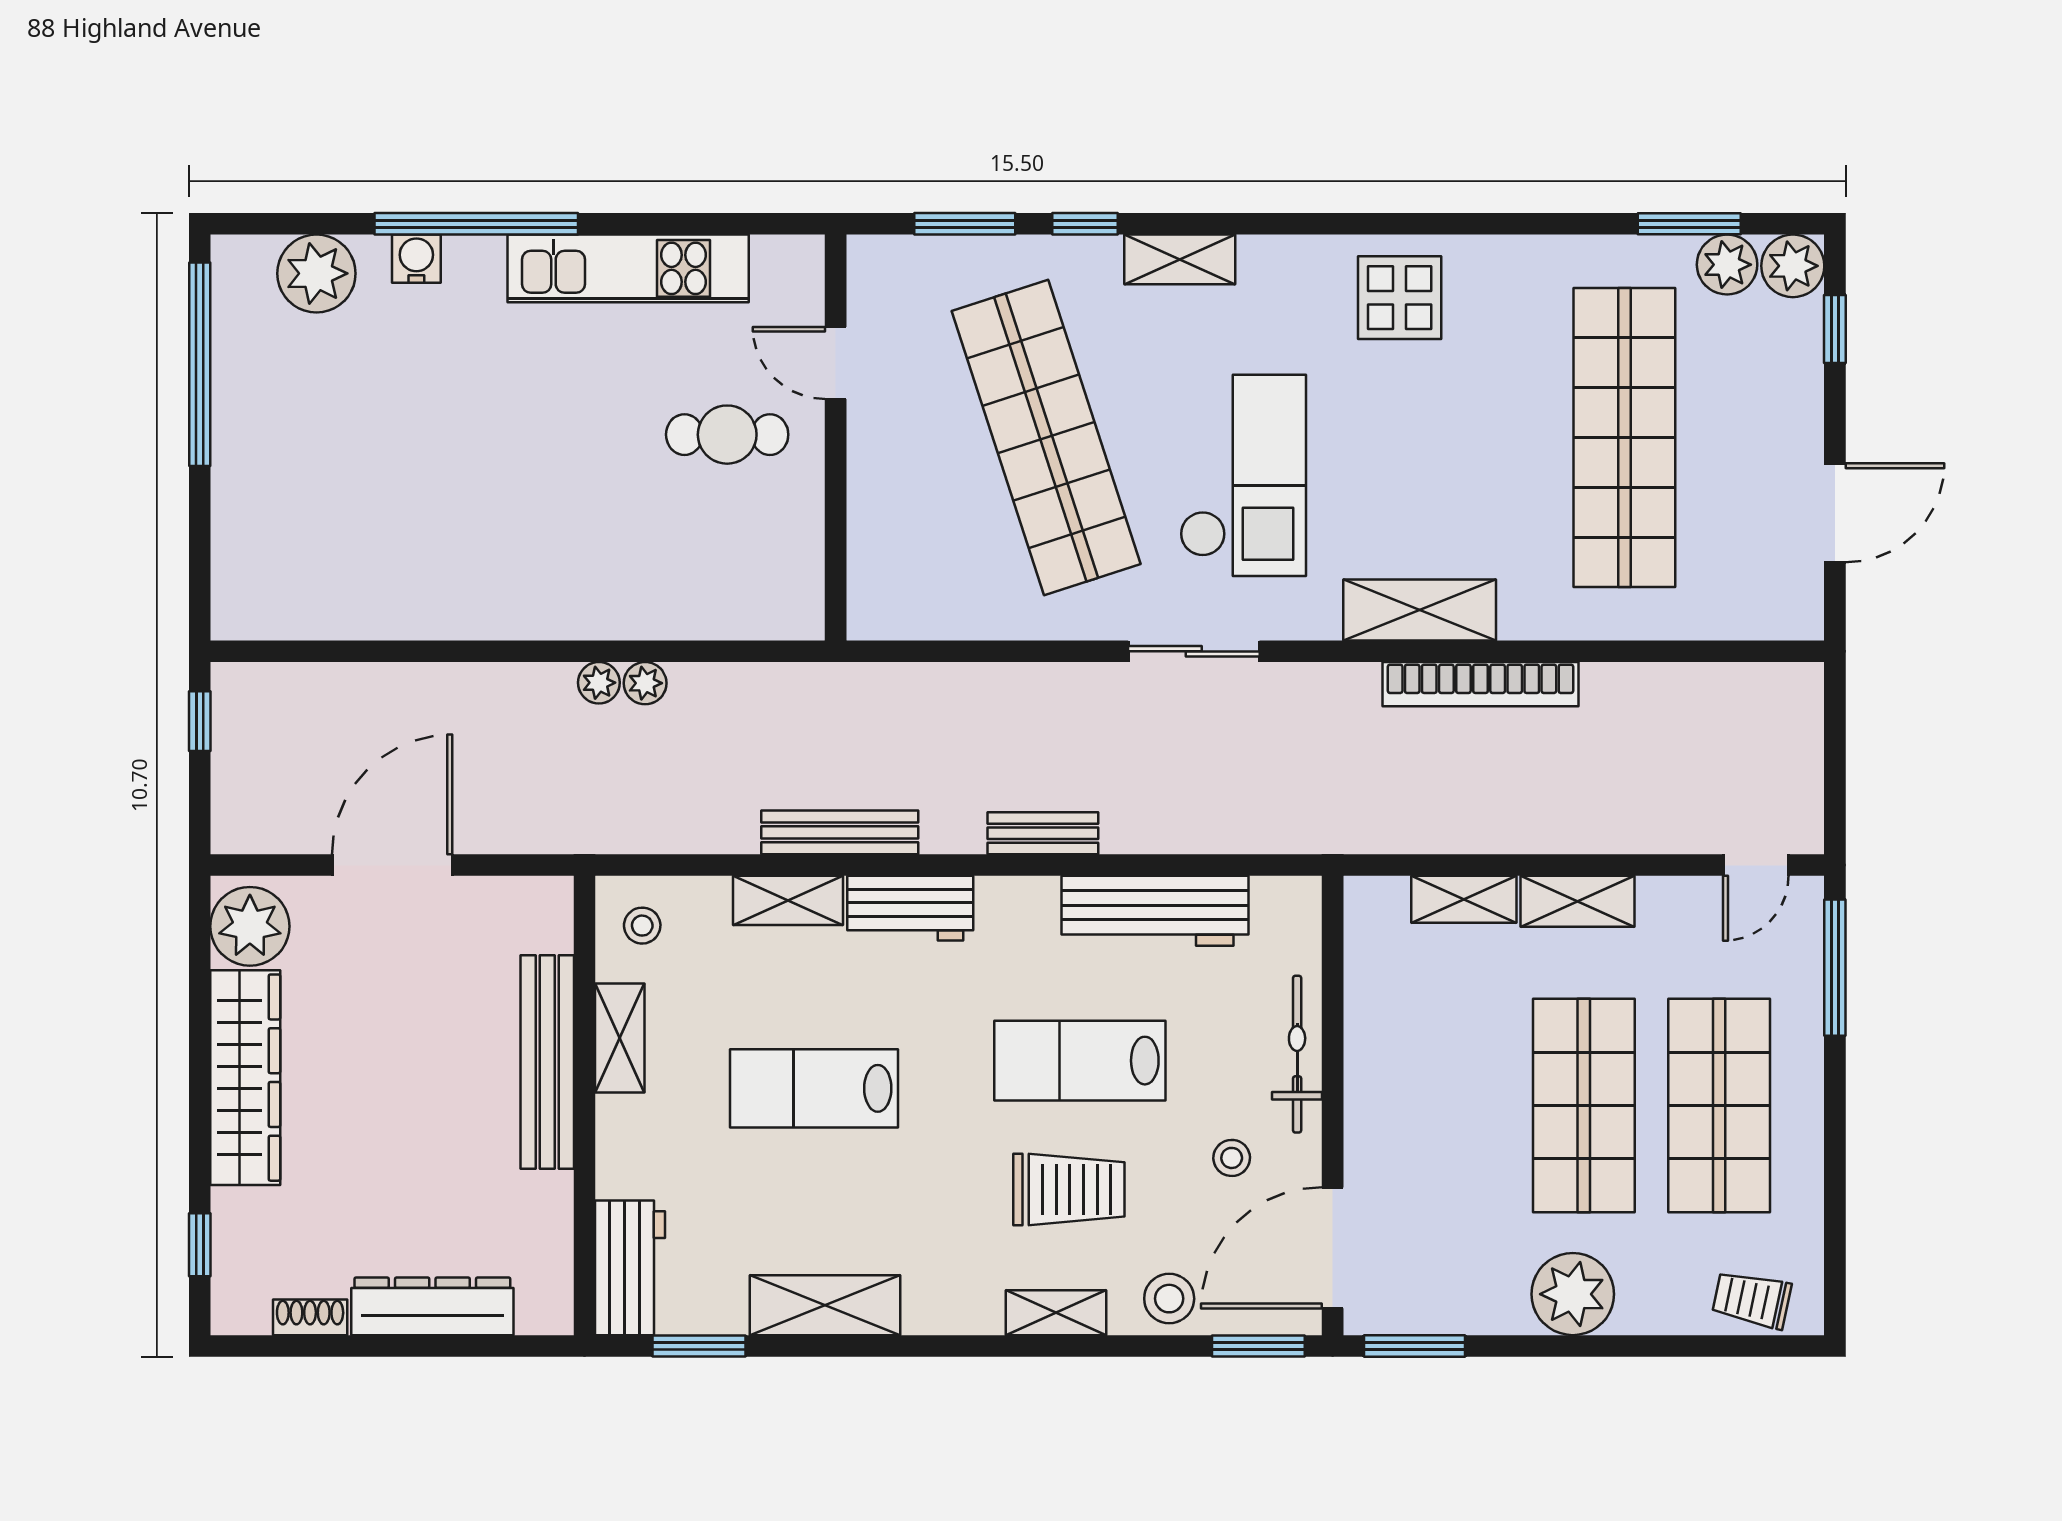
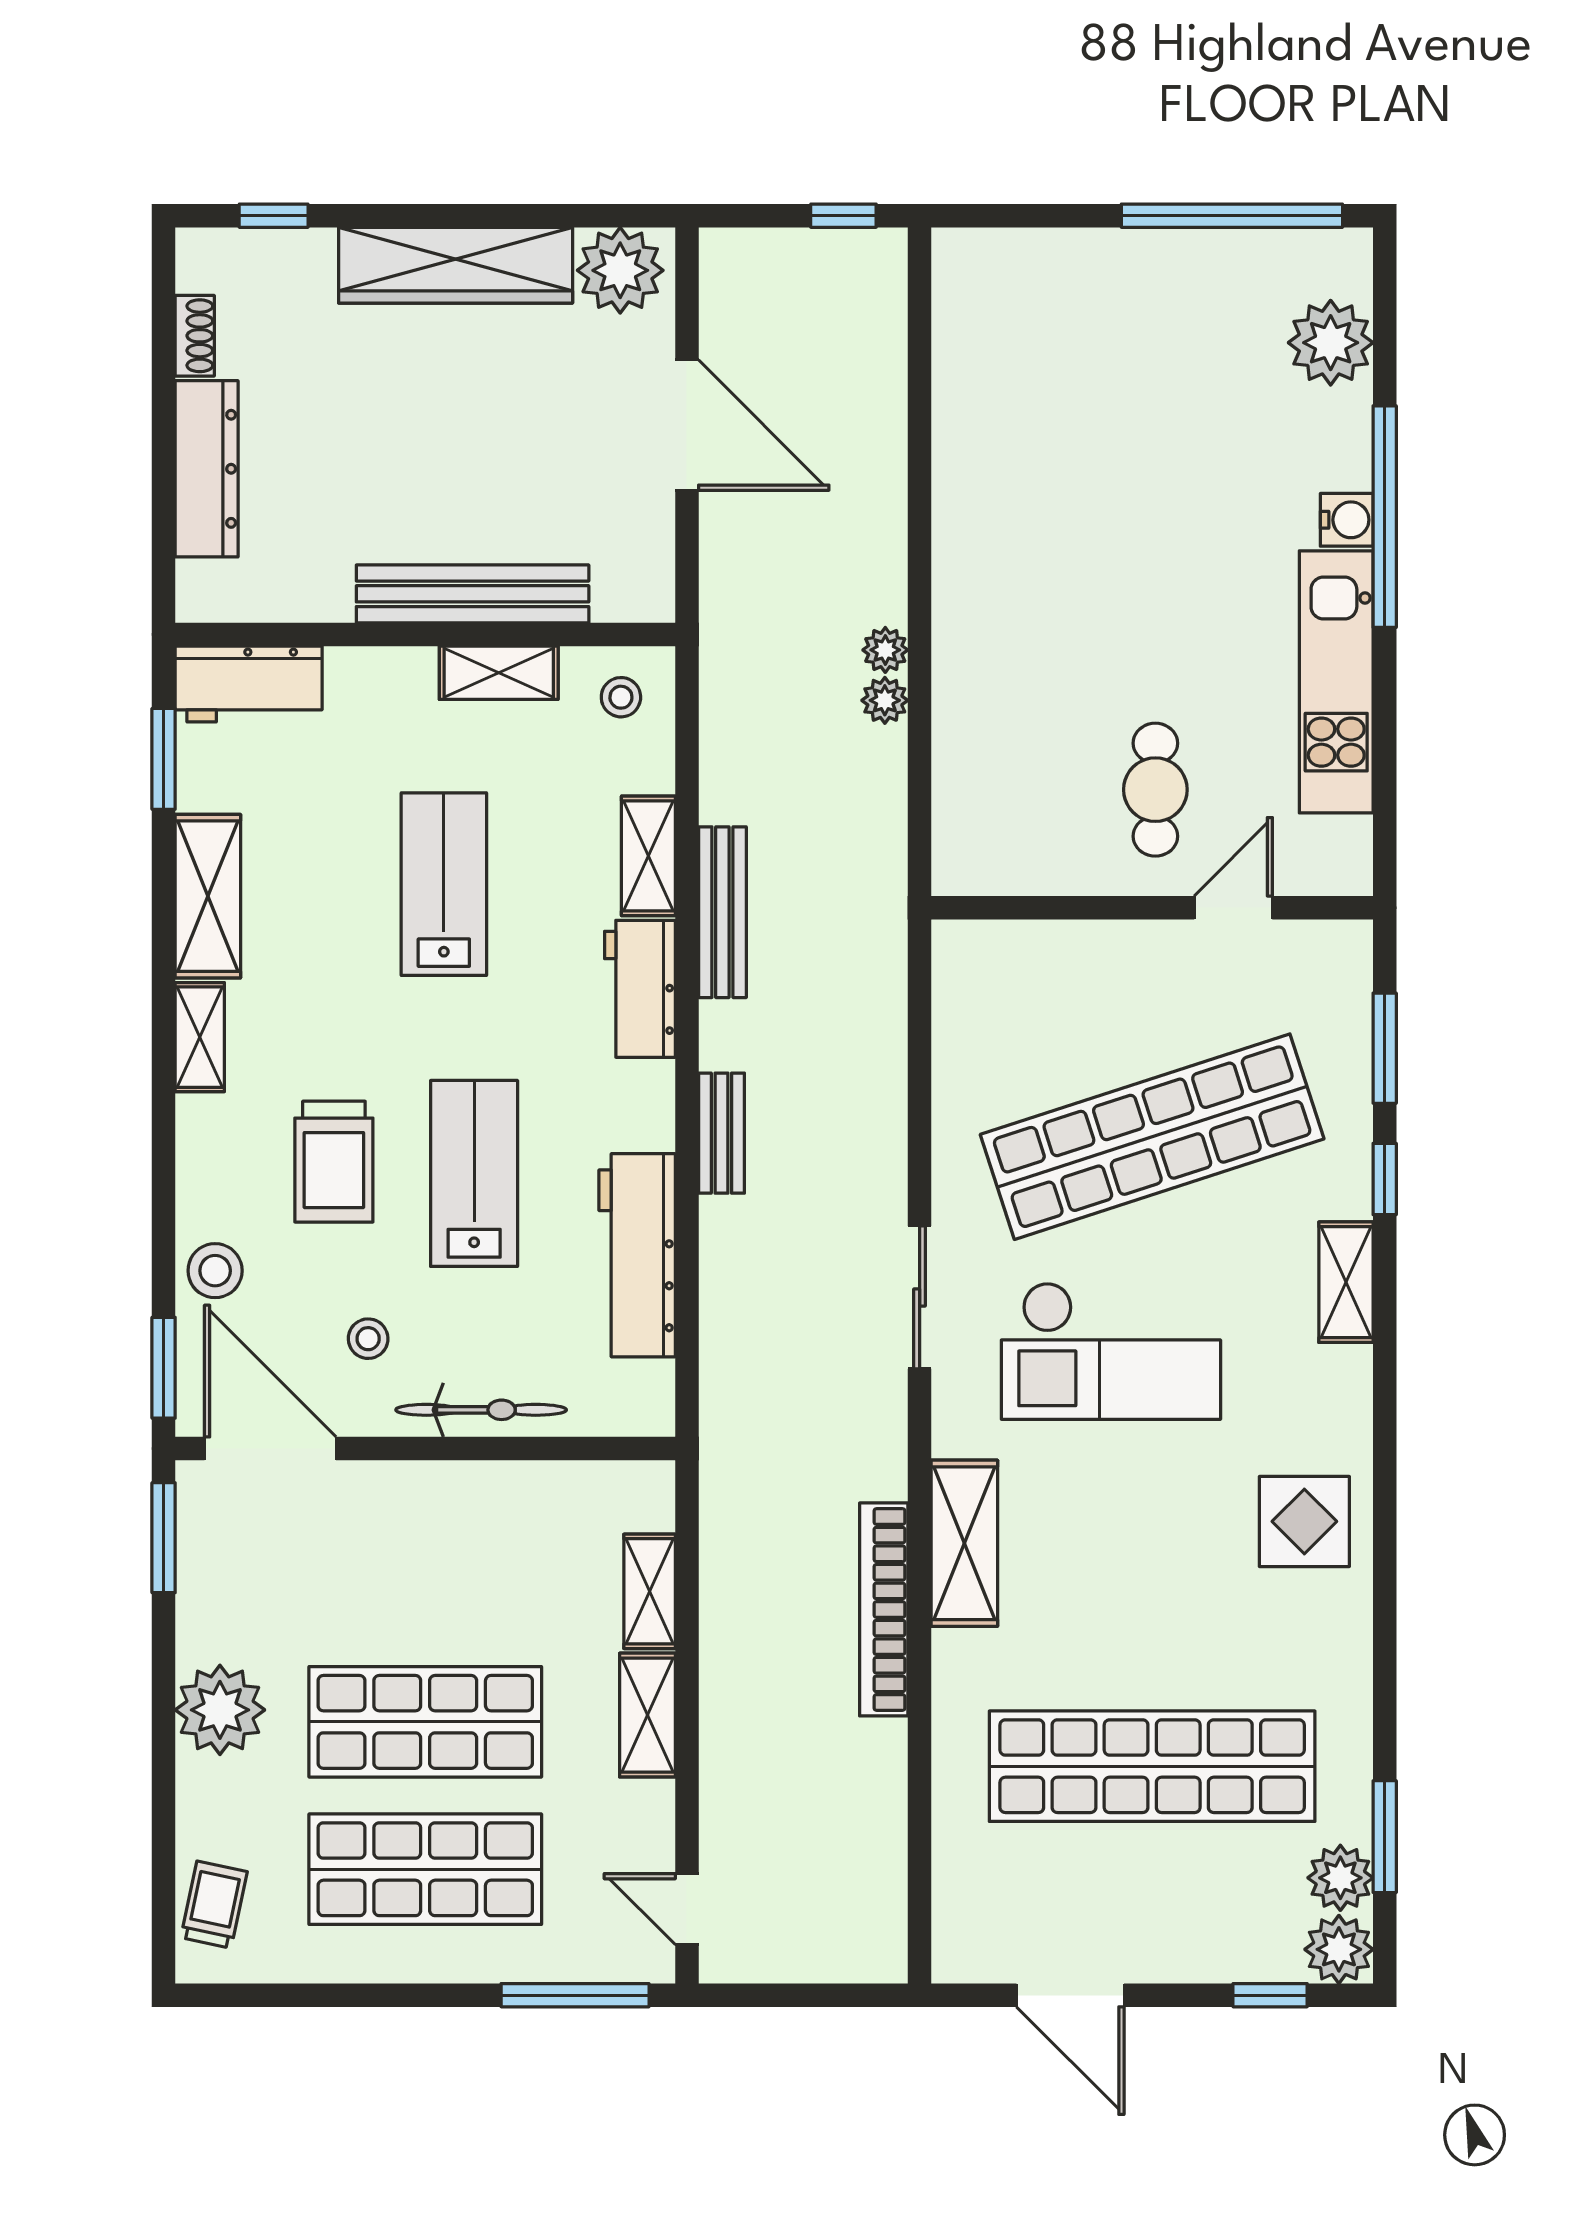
water cooler: (416, 259) -> (1347, 520), moved
shelving: (1056, 1313) -> (200, 1037), moved

